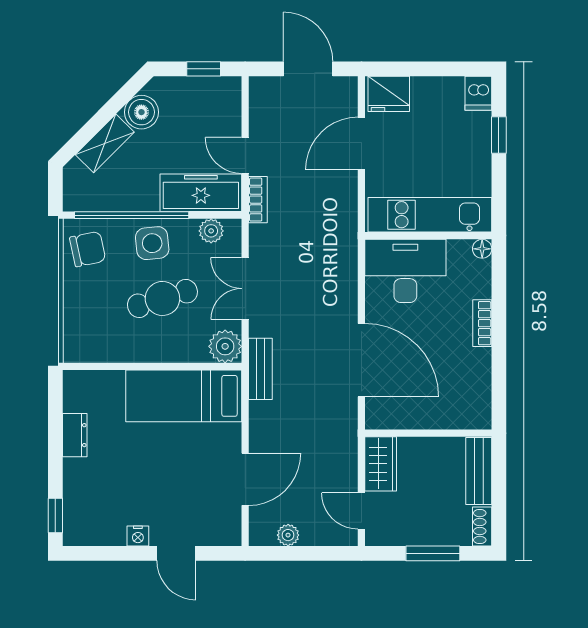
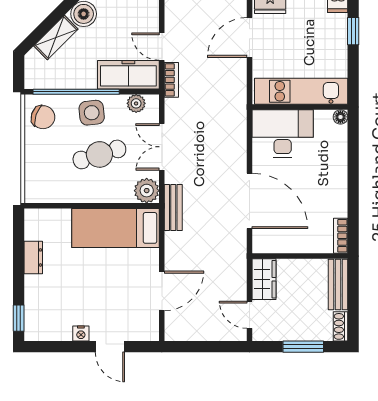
chair: (88, 249) -> (43, 117), turned 30
bookcase: (482, 323) -> (341, 236), moved
plant: (288, 535) -> (194, 333), removed

